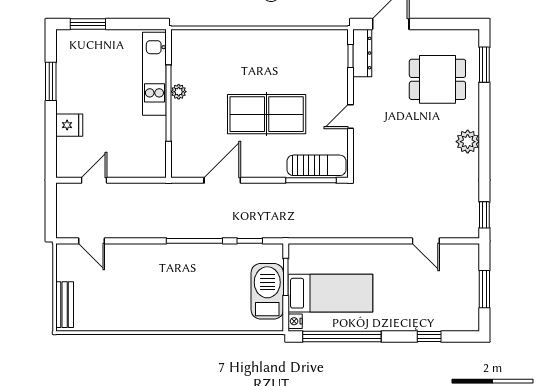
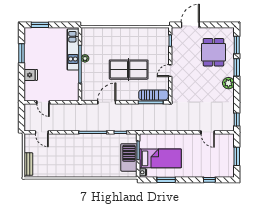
dresser: (362, 53) -> (176, 39), removed
dining table: (437, 79) -> (213, 52), turned 90
window: (484, 110) -> (237, 67), added
door: (94, 180) -> (43, 102), swing flipped
window: (342, 336) -> (166, 180), width x0.47

